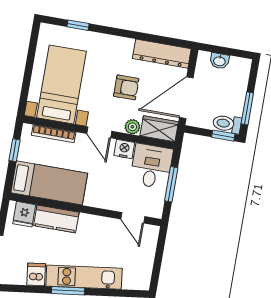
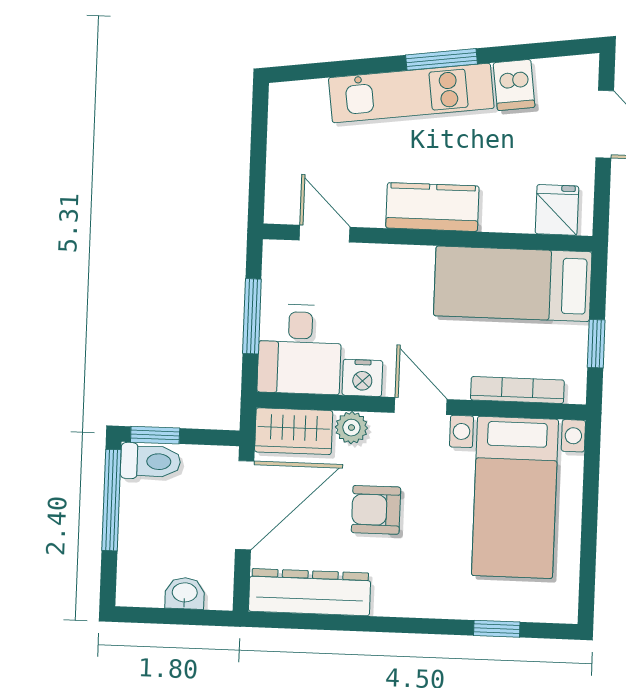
window: (247, 108) -> (111, 500), width x1.44
kitchen counter: (56, 219) -> (432, 207), moved

